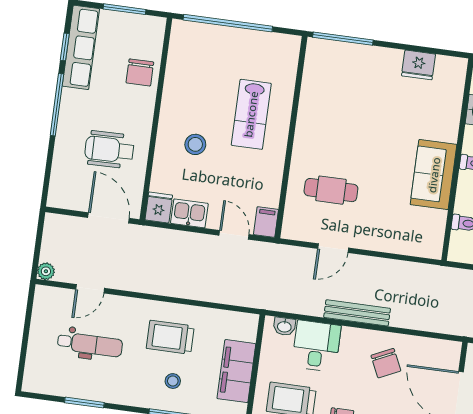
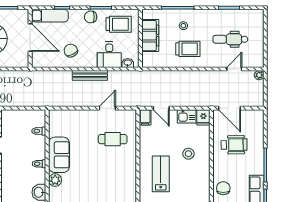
plant: (447, 129) -> (55, 180), added

